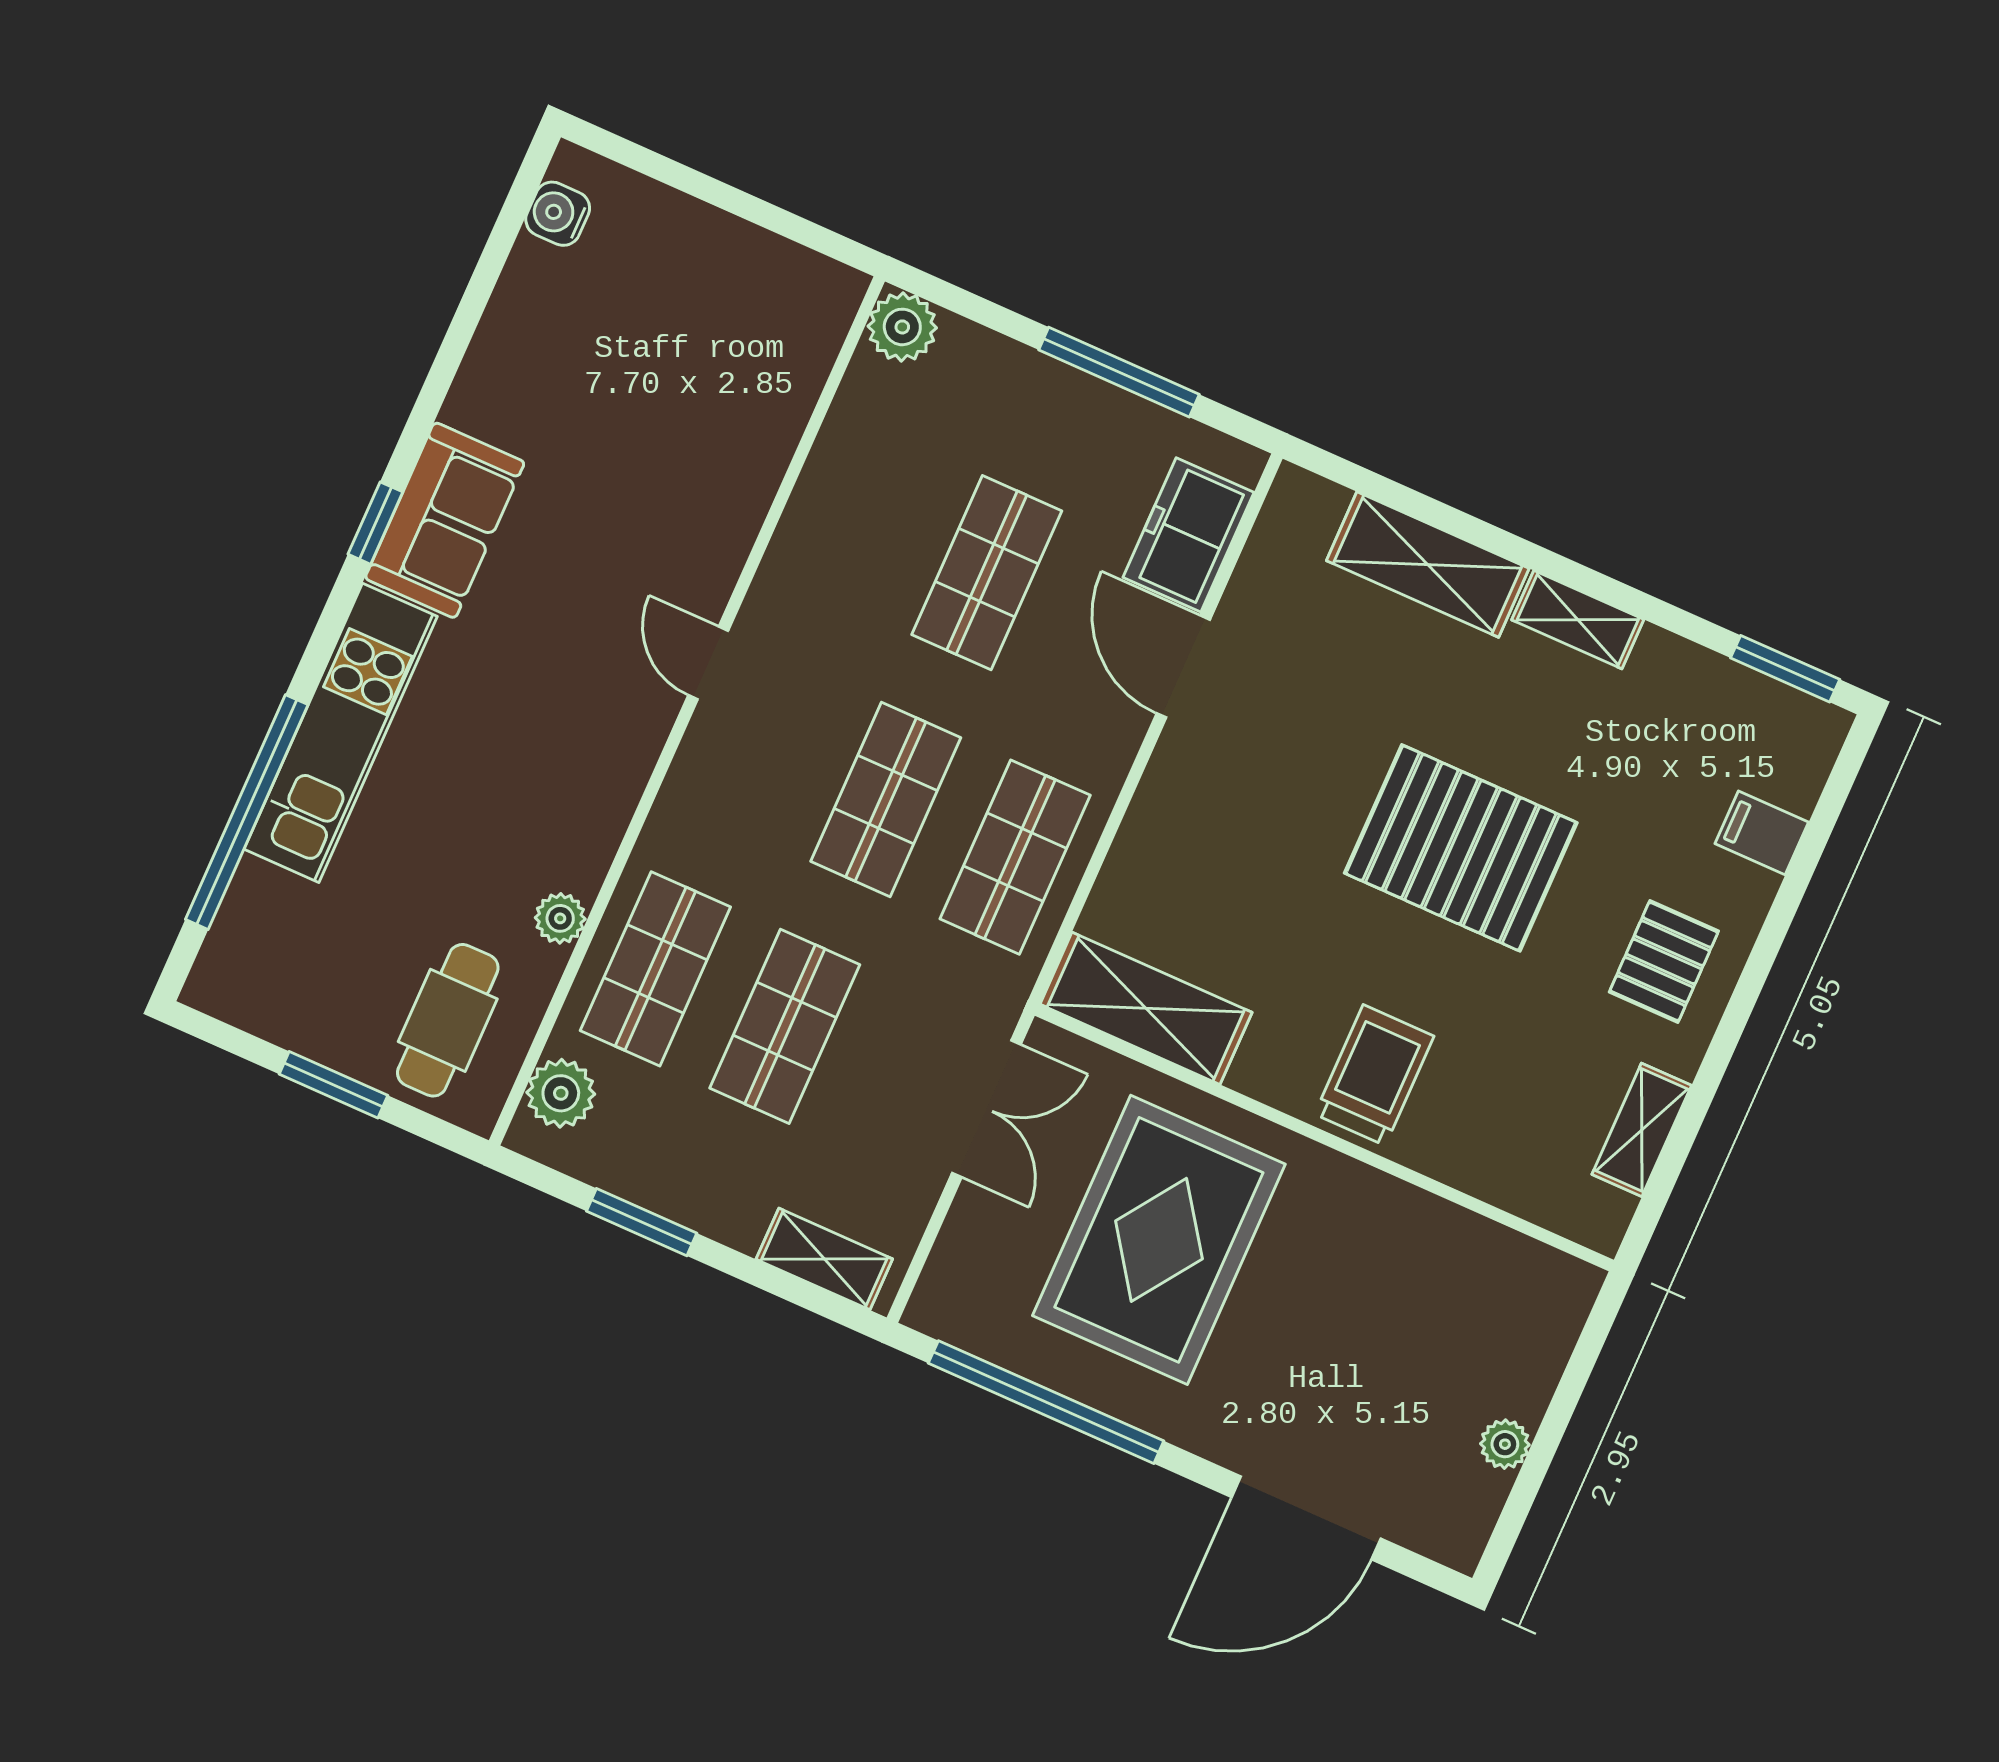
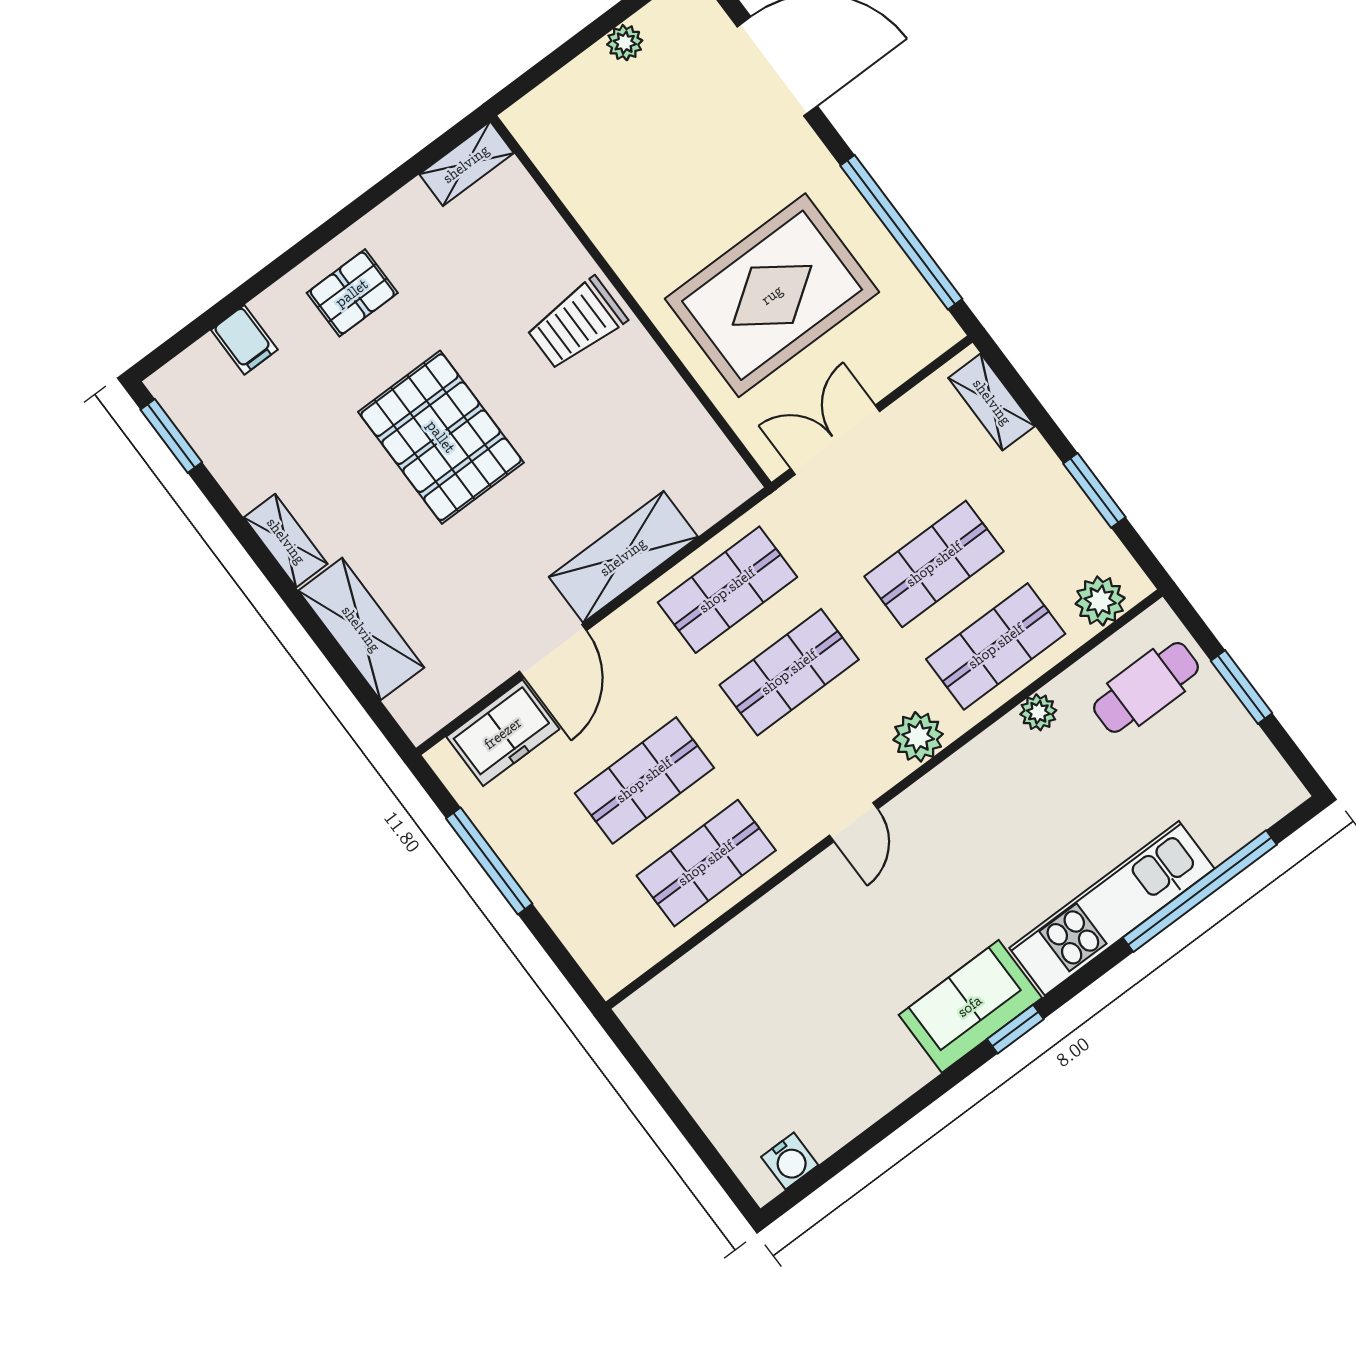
plant: (902, 327) -> (918, 737), moved
shop shelf: (857, 515) -> (706, 863), added
shelving: (1146, 1008) -> (623, 557), moved, turned 90
shelving: (1642, 1130) -> (466, 164), moved

